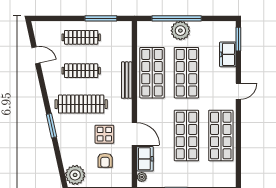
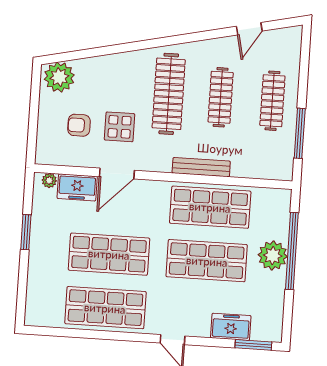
window: (52, 126) -> (138, 46), removed

